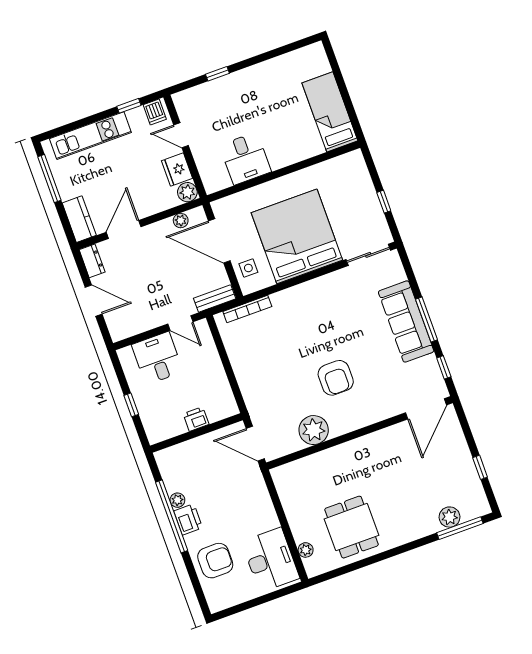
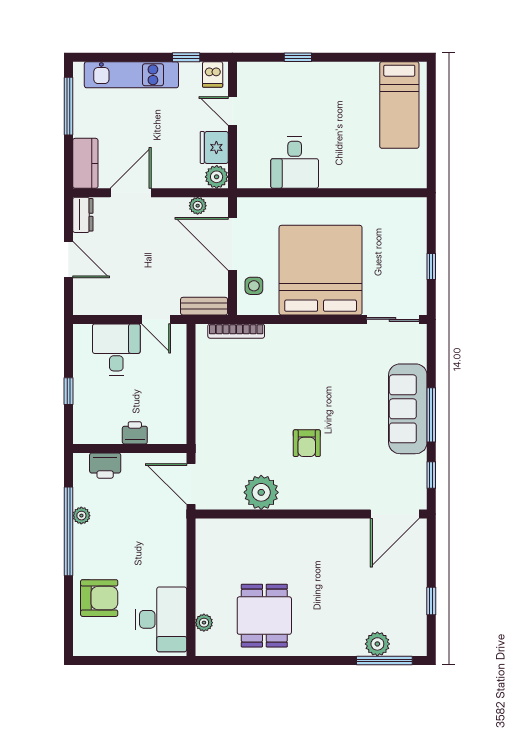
bed: (330, 112) -> (399, 105), moved, turned 180
armchair: (336, 378) -> (307, 443), width x0.72, depth x0.72
printer: (188, 519) -> (105, 466), moved, turned 90

